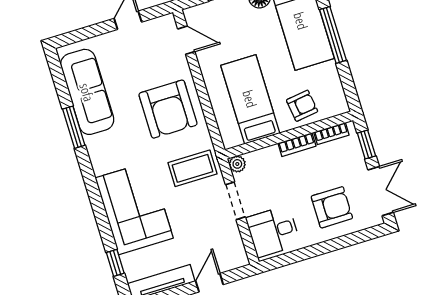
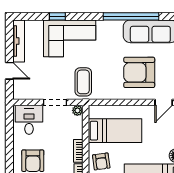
armchair: (168, 109) -> (139, 72), moved
window: (74, 127) -> (131, 16), width x2.11
window: (115, 263) -> (57, 16), moved

